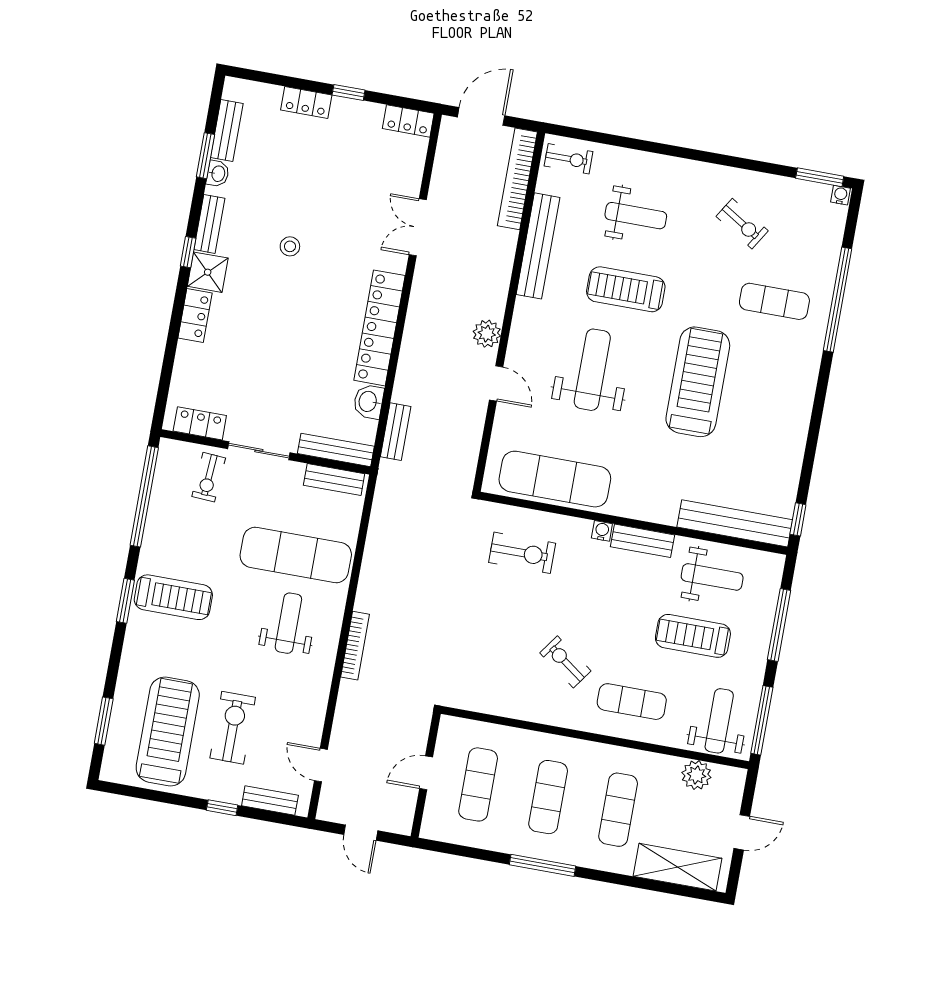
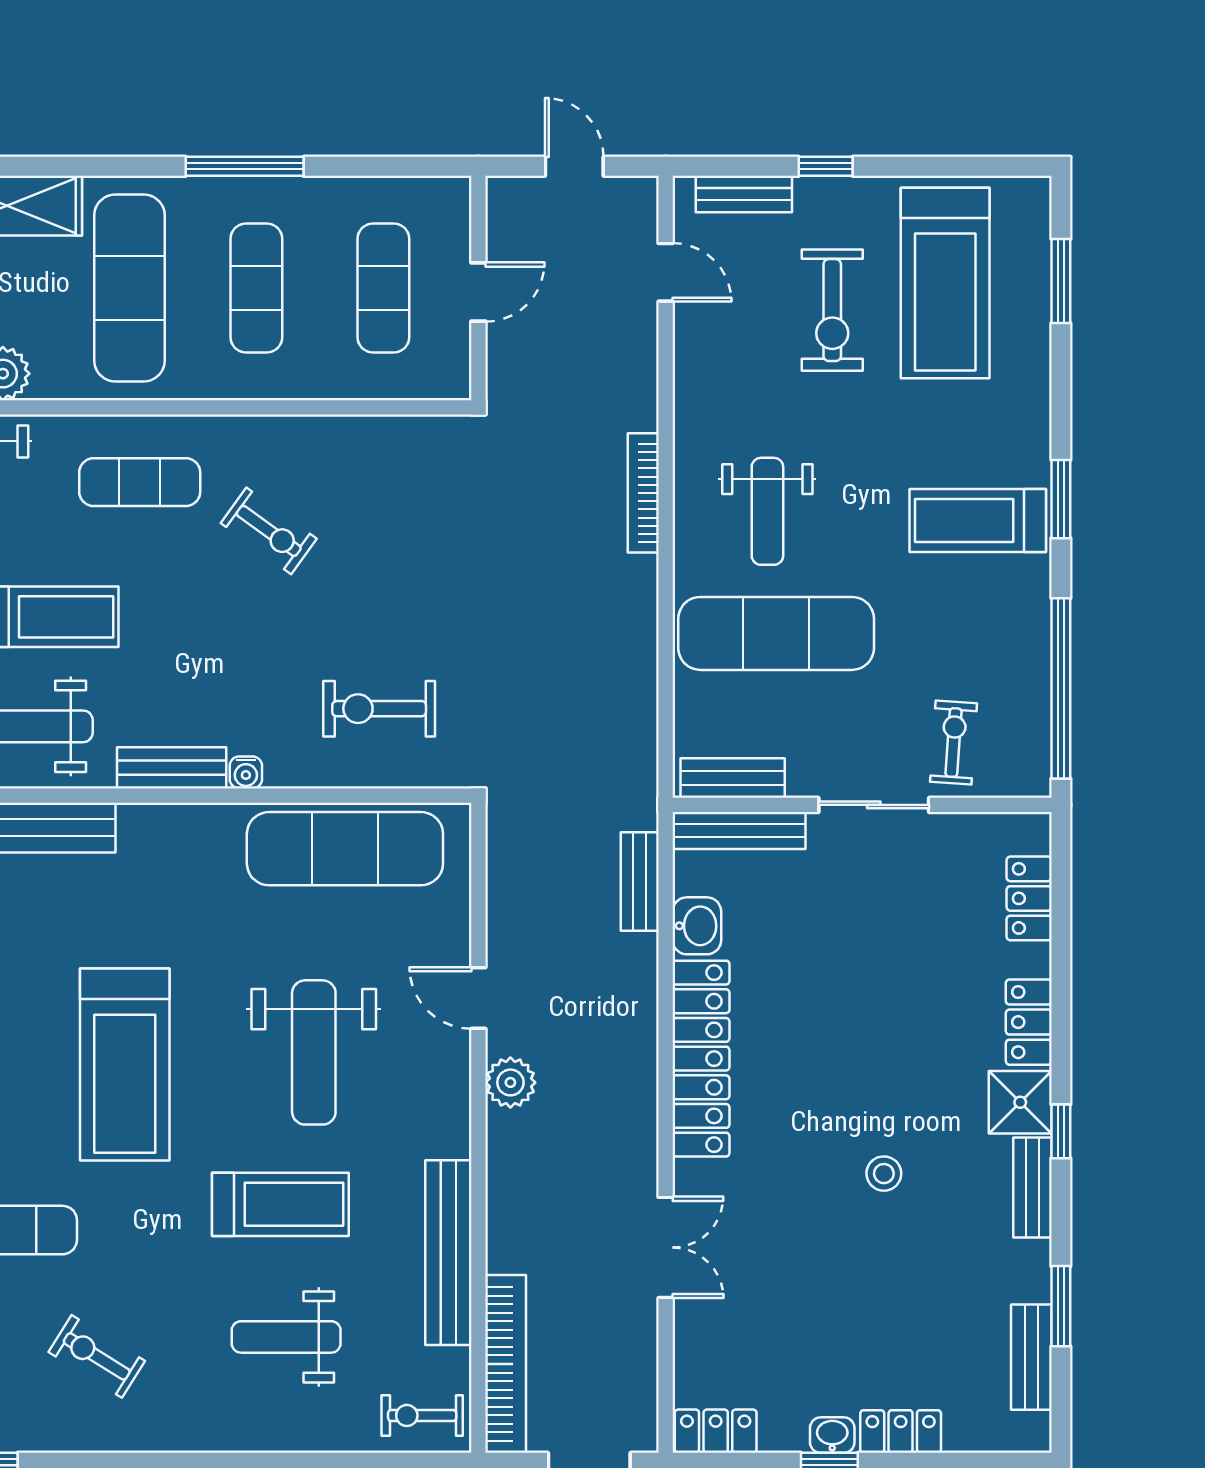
washbasin: (218, 174) -> (832, 1435), moved, turned 90
locker: (200, 423) -> (1029, 898), moved, turned 90
exercise mat: (618, 810) -> (130, 288), width x1.36, depth x1.45

